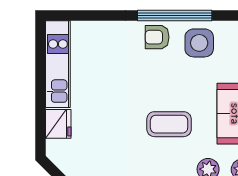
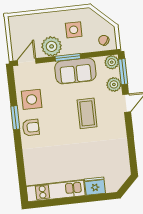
window: (175, 15) -> (15, 118), width x0.47
armchair: (157, 37) -> (31, 127), turned -90

